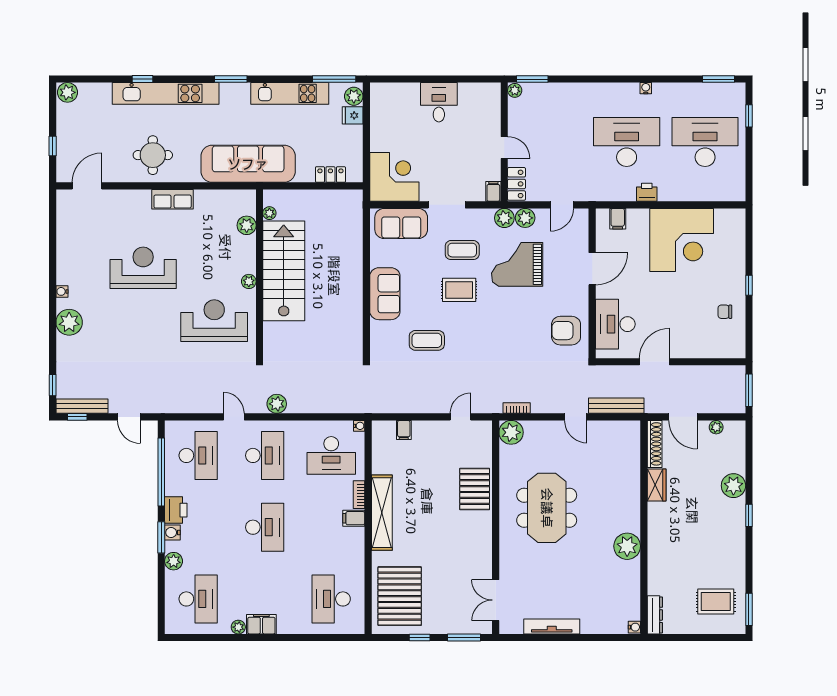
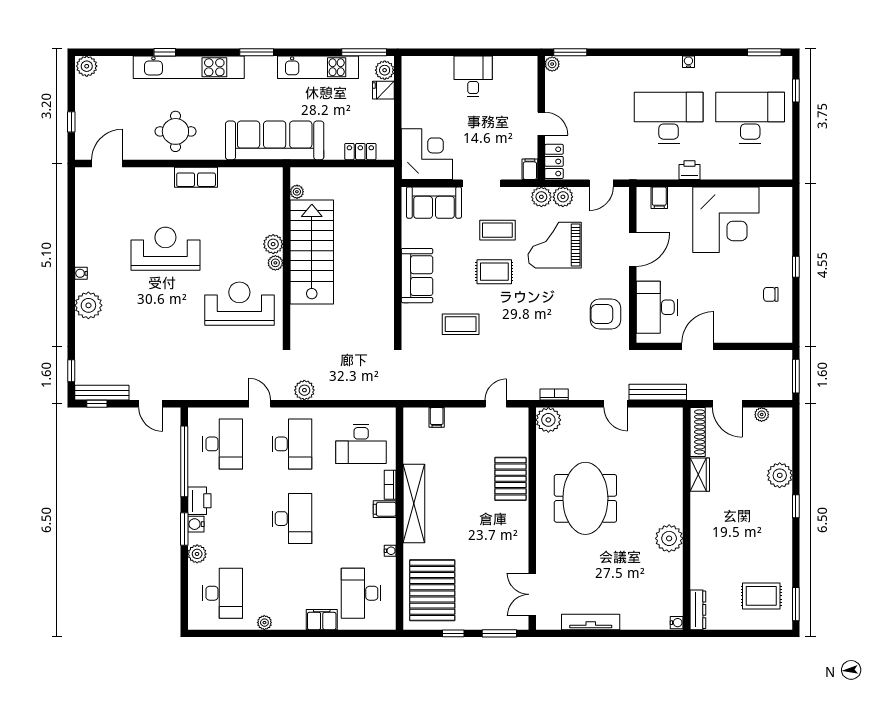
plant: (247, 225) -> (273, 244), moved
water cooler: (359, 426) -> (390, 551), moved
filing cabinet: (261, 624) -> (322, 620), moved

